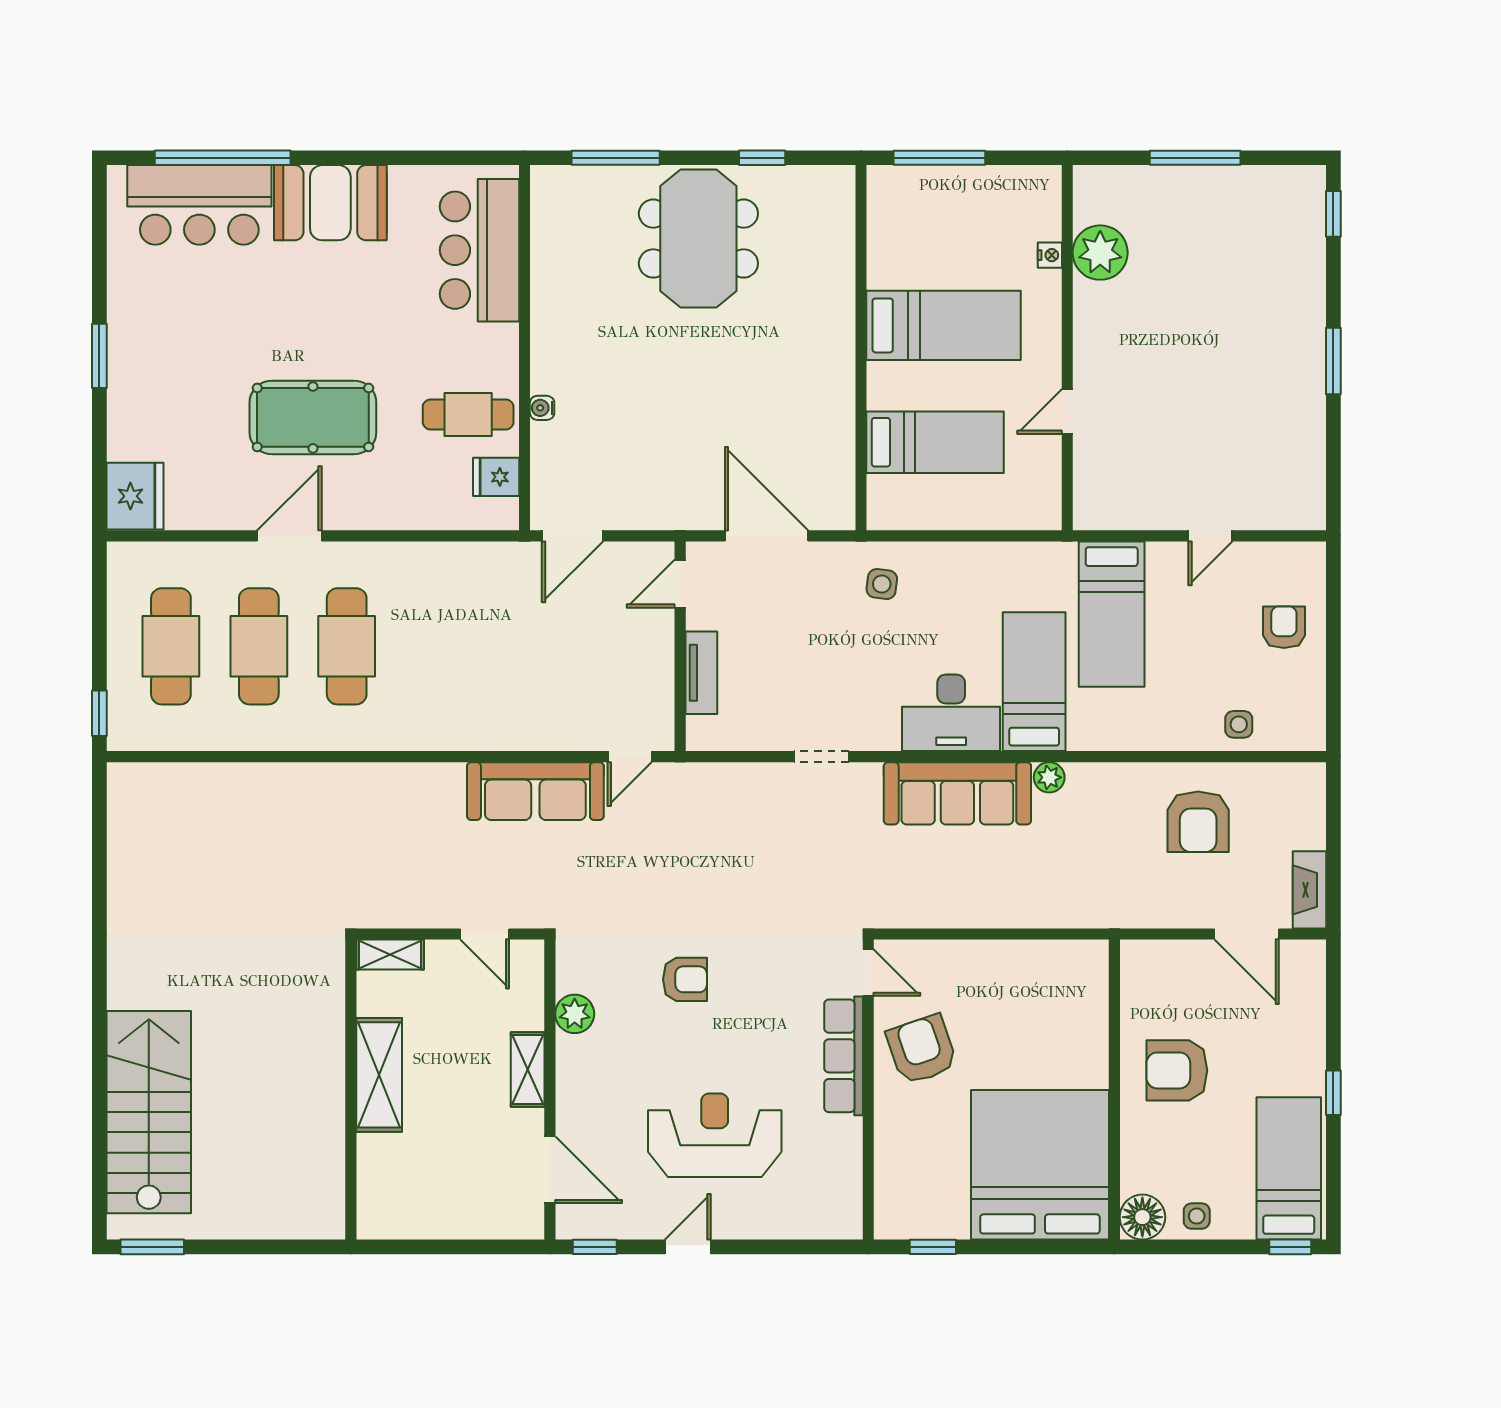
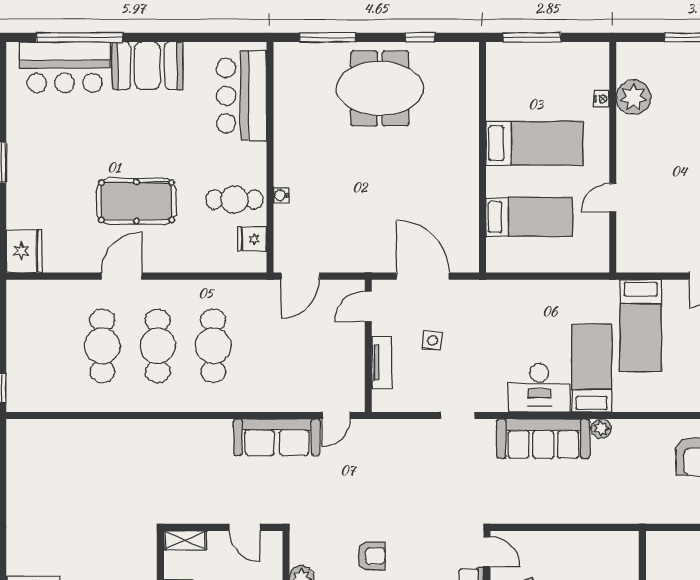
meeting table: (698, 239) -> (380, 88), turned 90
side table: (882, 584) -> (433, 341), moved
cafe table: (171, 646) -> (213, 346), moved

